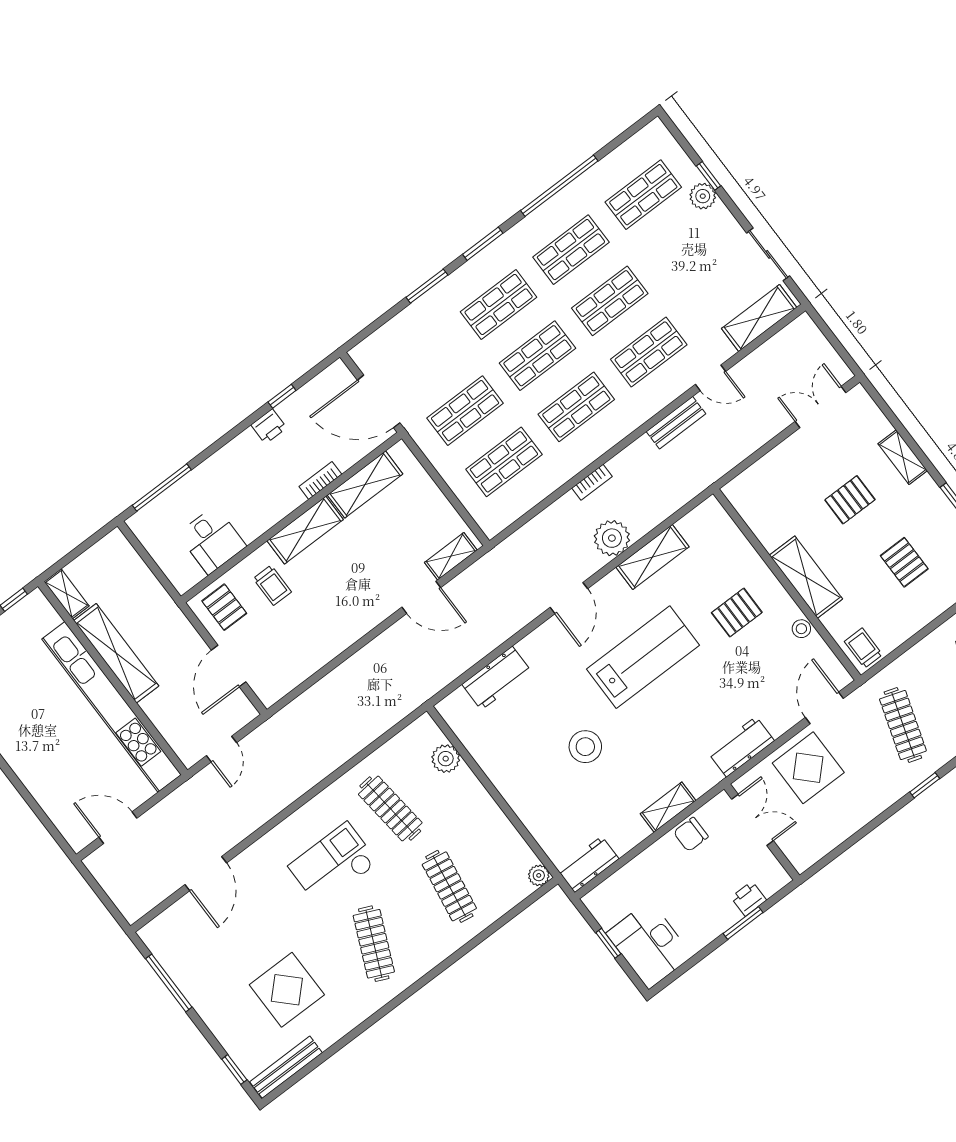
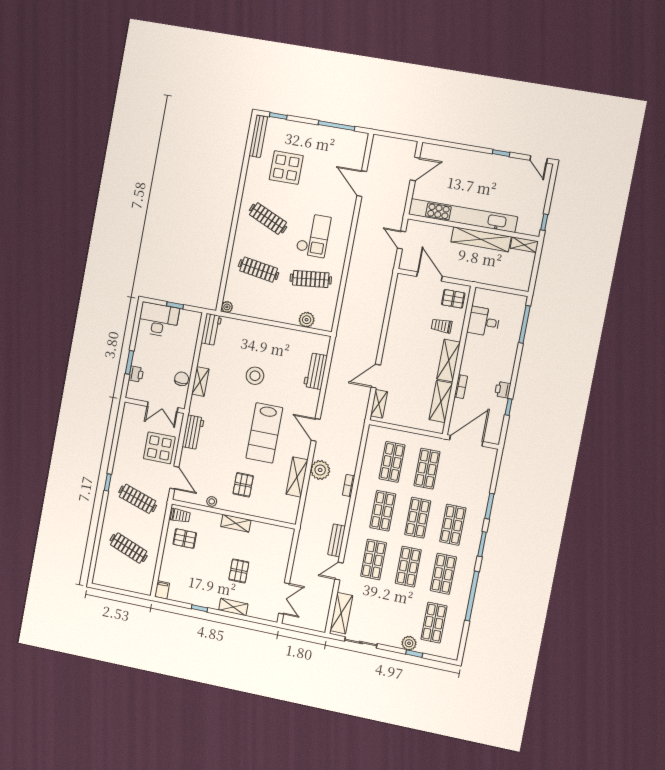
pallet: (904, 562) -> (185, 539), moved
shelving: (806, 577) -> (236, 523), width x0.67, depth x0.75

